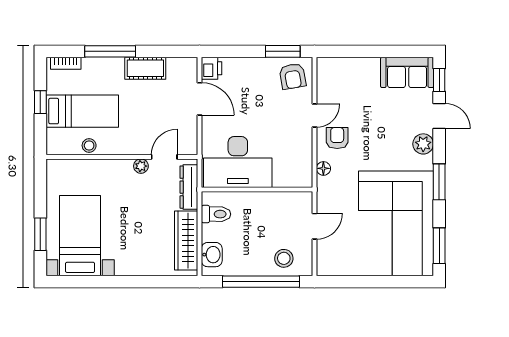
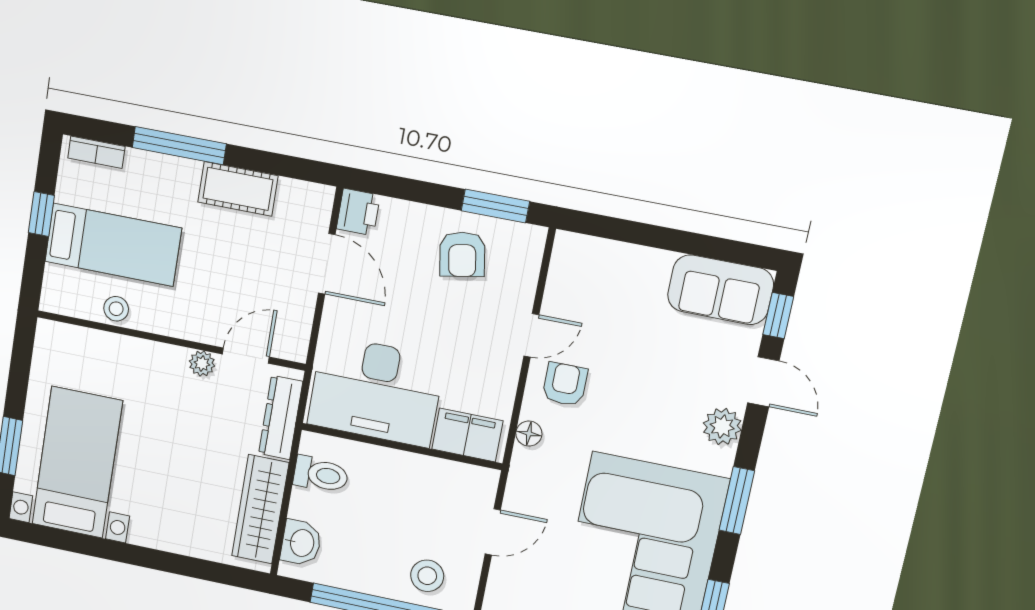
armchair: (293, 76) -> (462, 254), moved
filing cabinet: (291, 176) -> (467, 435), added

